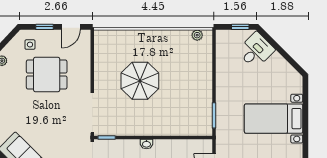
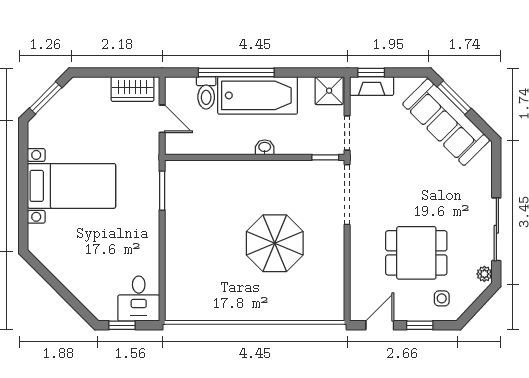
plant: (197, 35) -> (188, 313), removed
desk: (256, 51) -> (139, 299), moved, turned -45

